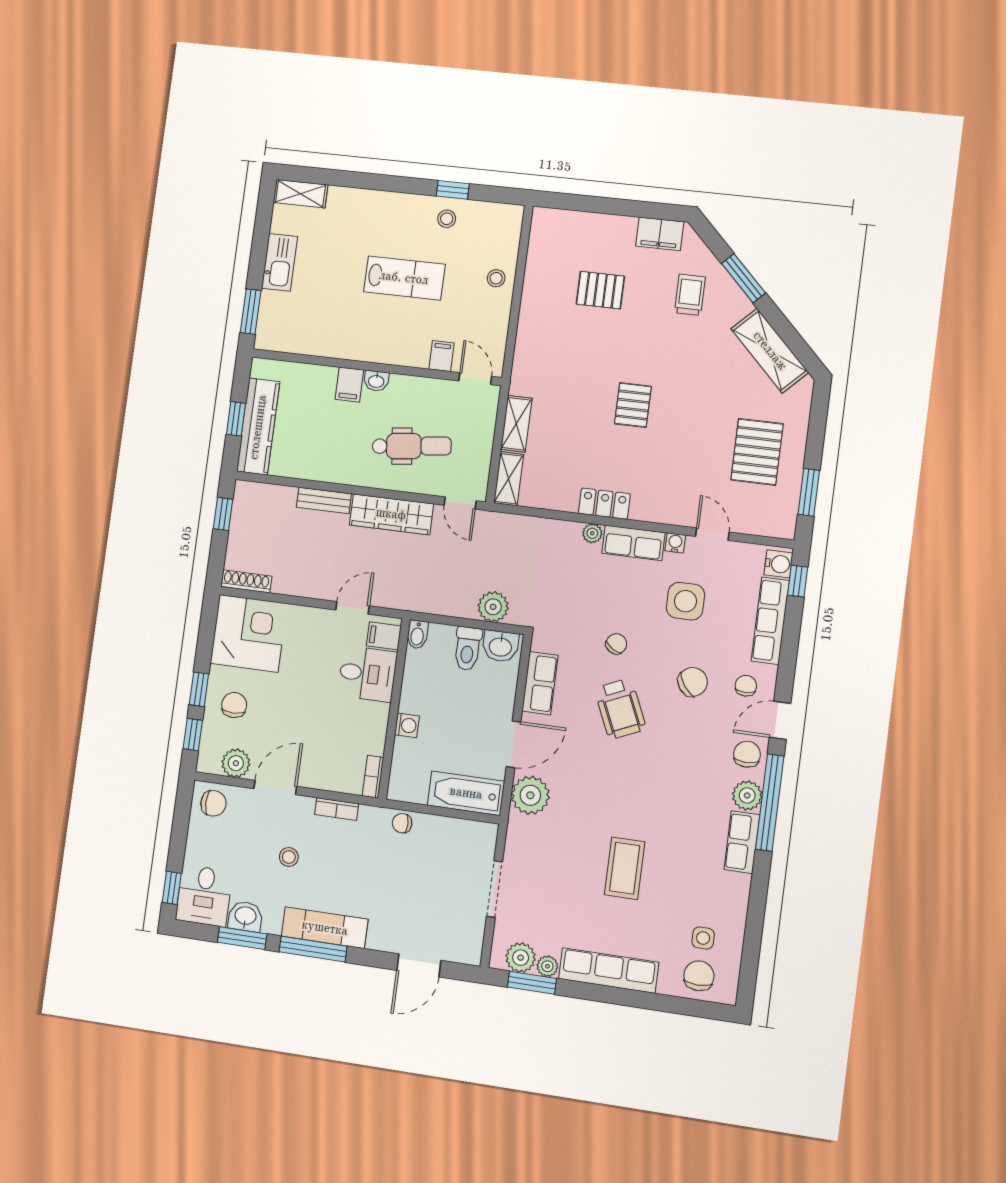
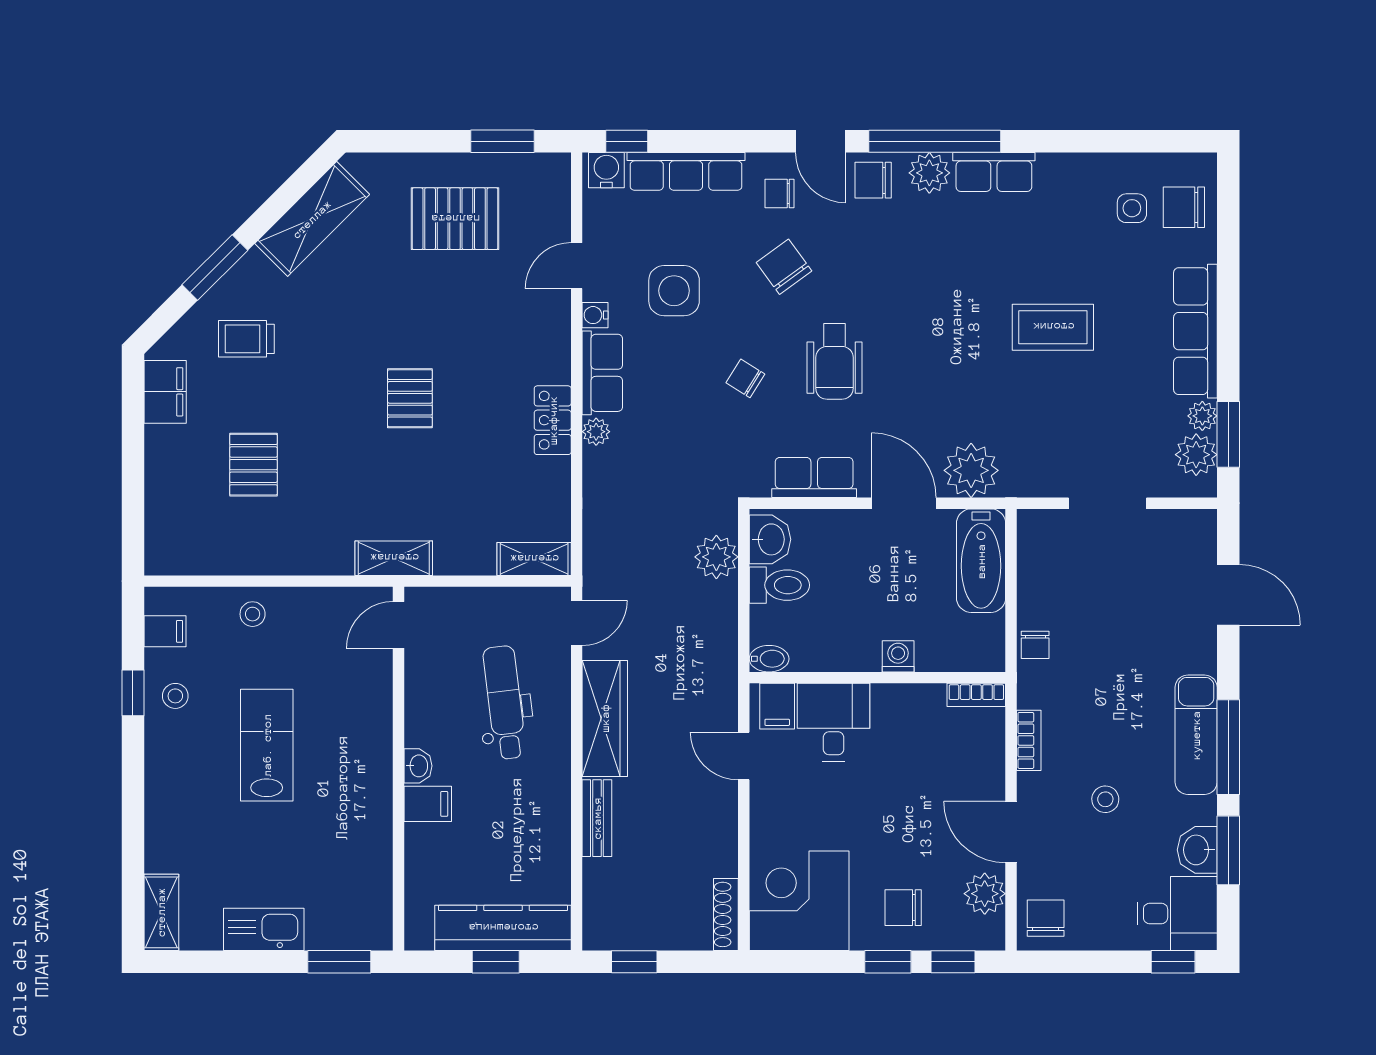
filing cabinet: (441, 356) -> (165, 631), moved, turned 180
pallet: (633, 405) -> (410, 398), turned 90
shelving: (516, 424) -> (394, 558), moved
wheelchair: (620, 709) -> (834, 361), turned 114

